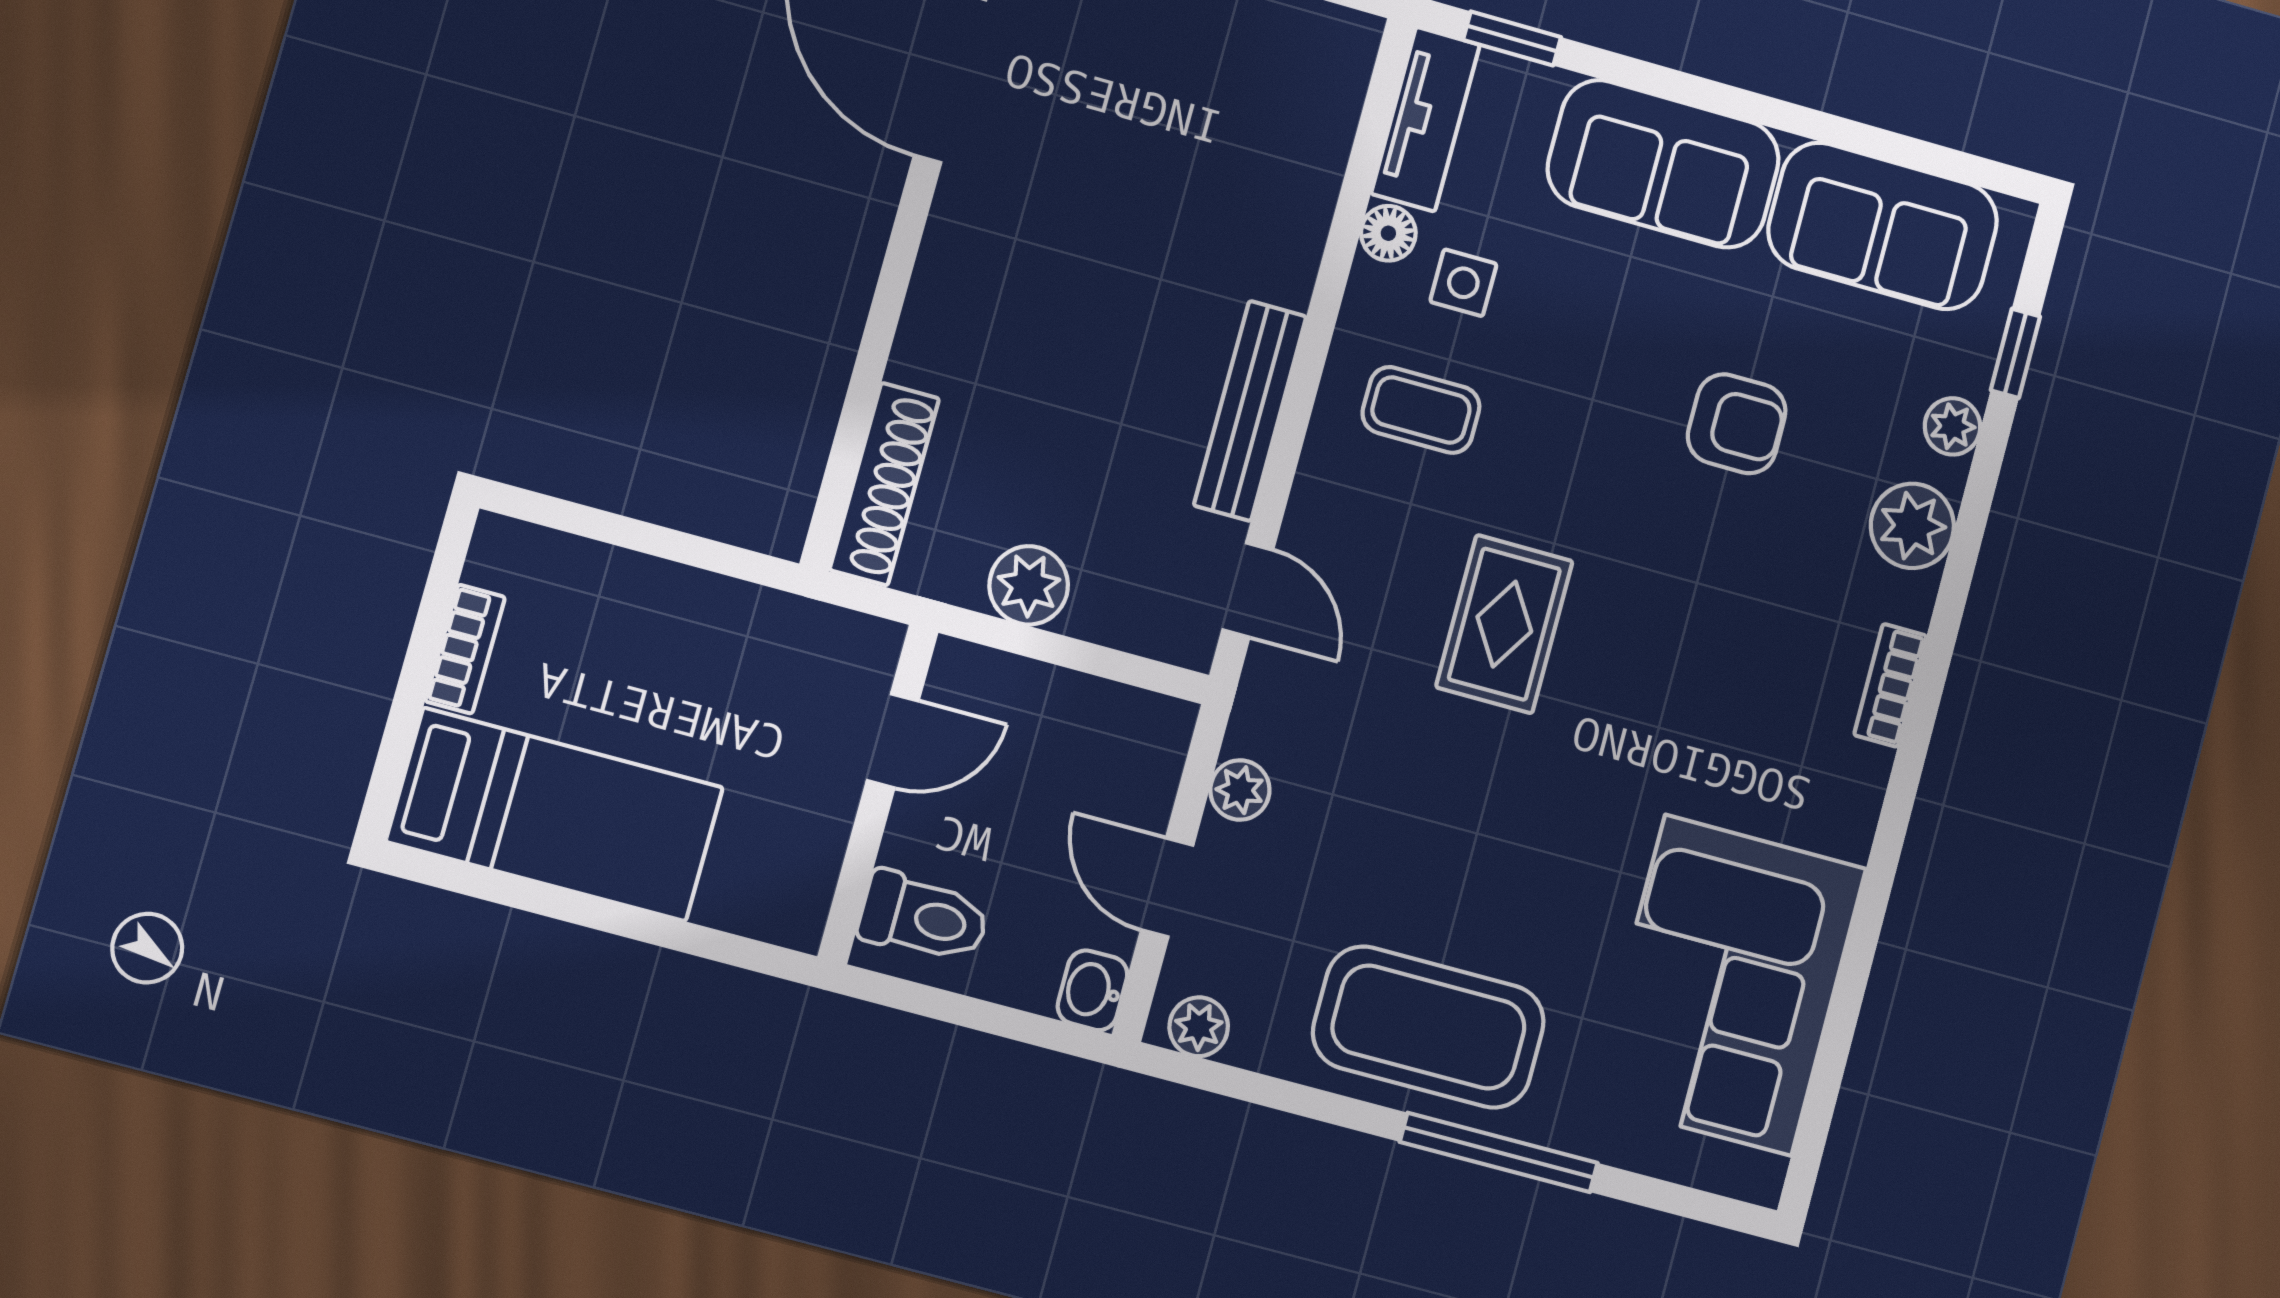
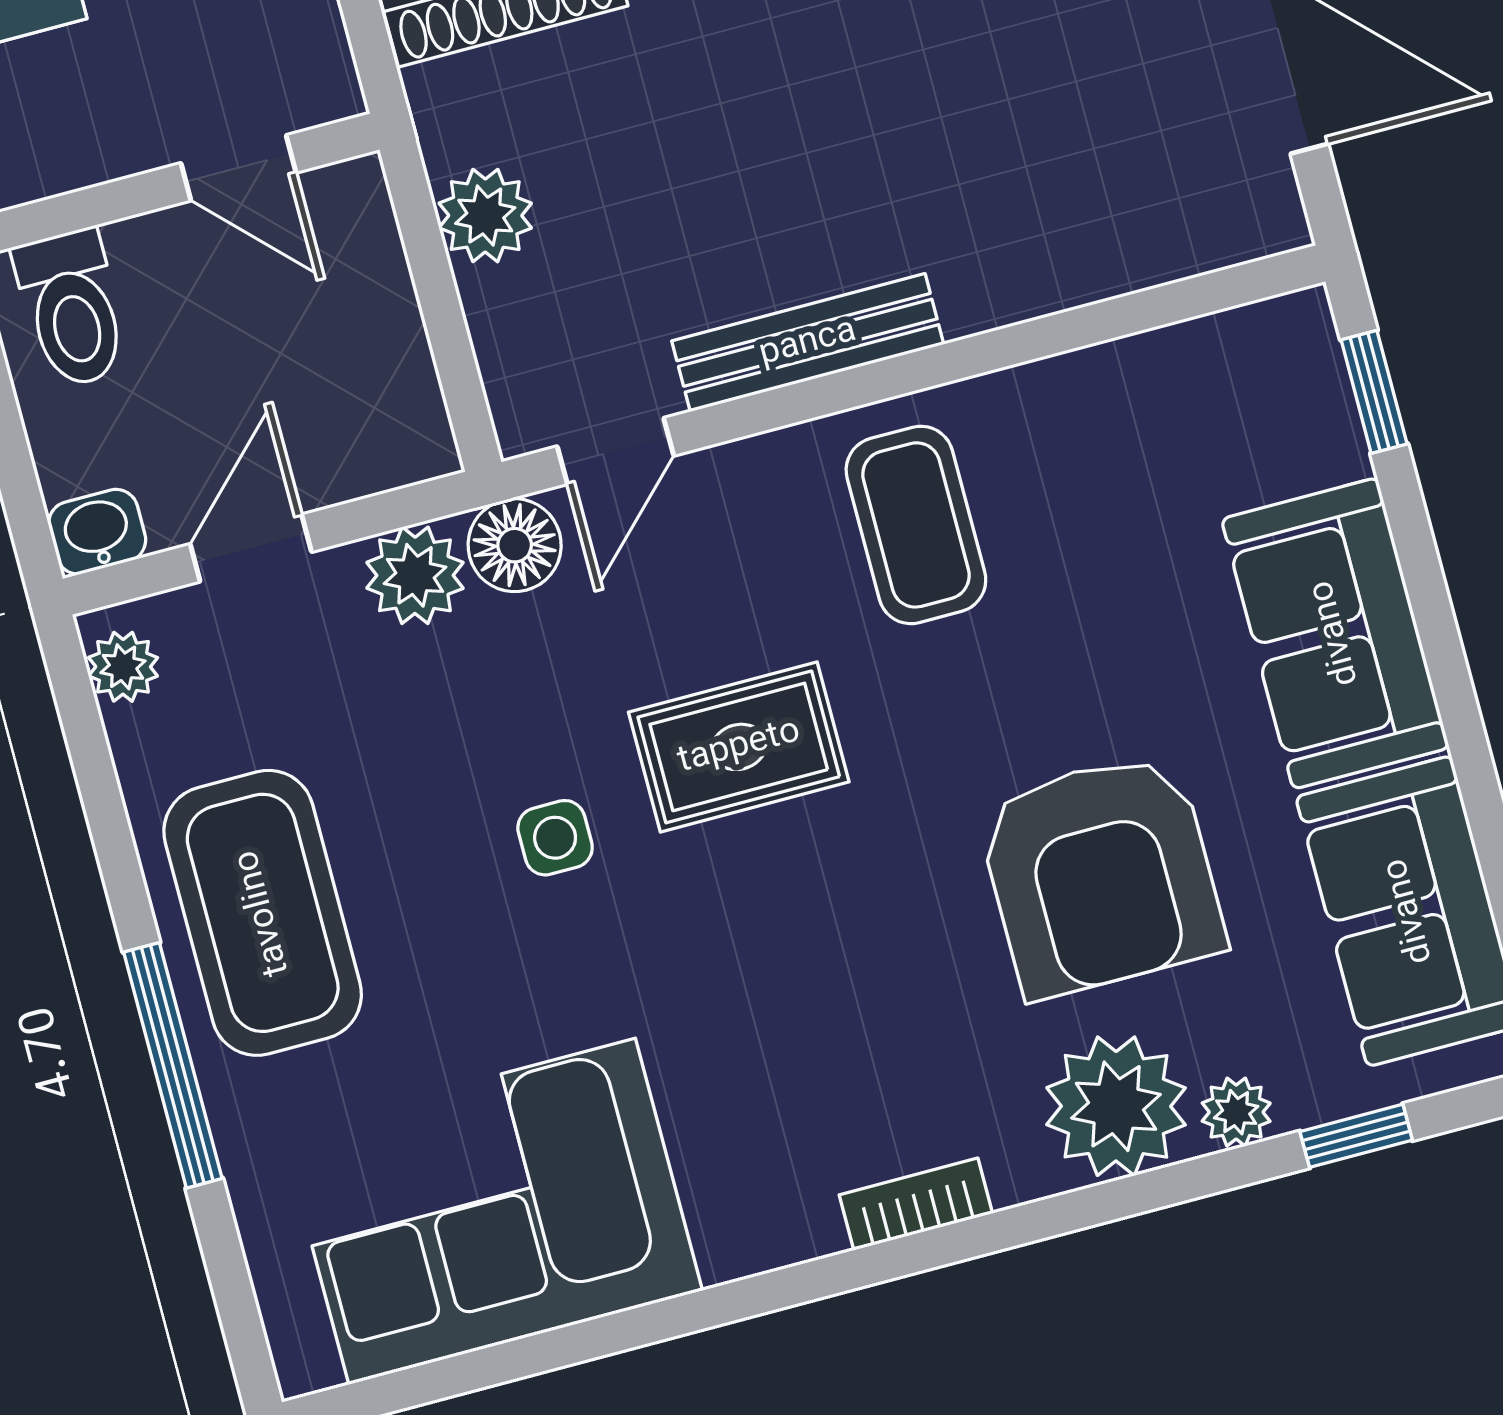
tv unit: (1425, 119) -> (1231, 349), removed
floor lamp: (1388, 233) -> (515, 545), moved, width x1.37, depth x1.37
side table: (1463, 283) -> (555, 838), moved
coffee table: (1421, 410) -> (916, 525), width x1.36, depth x1.30
armchair: (1737, 424) -> (1101, 875), width x1.88, depth x1.88
plant: (1912, 526) -> (1116, 1106), width x1.36, depth x1.36
plant: (1240, 790) -> (415, 575), width x1.38, depth x1.38

